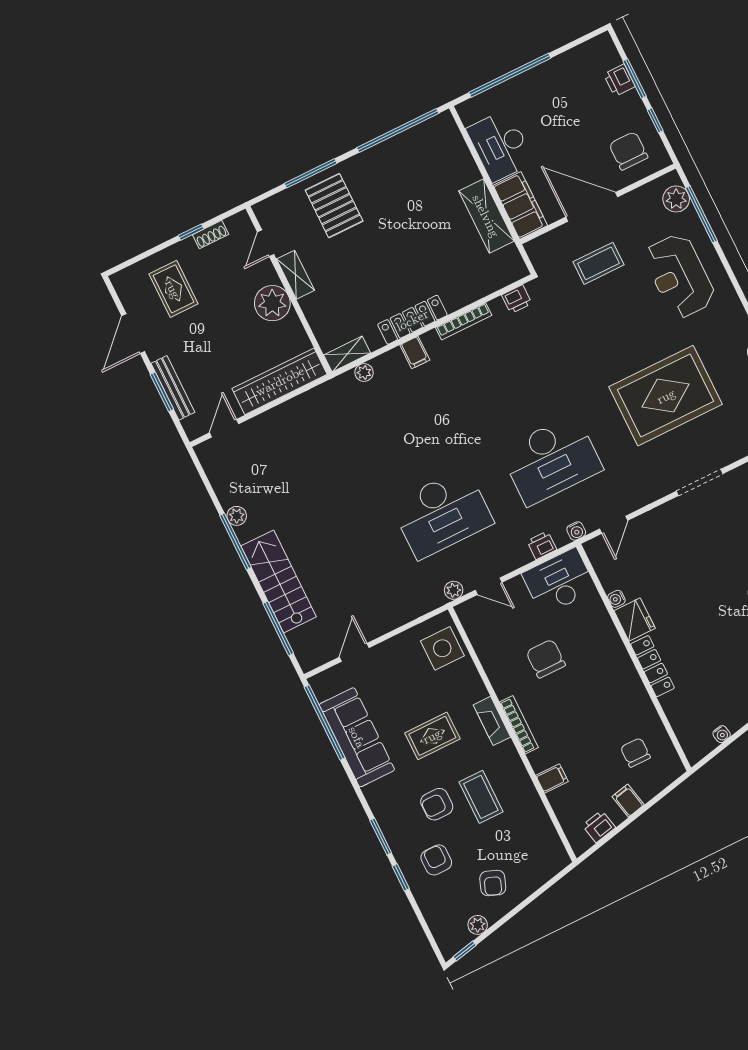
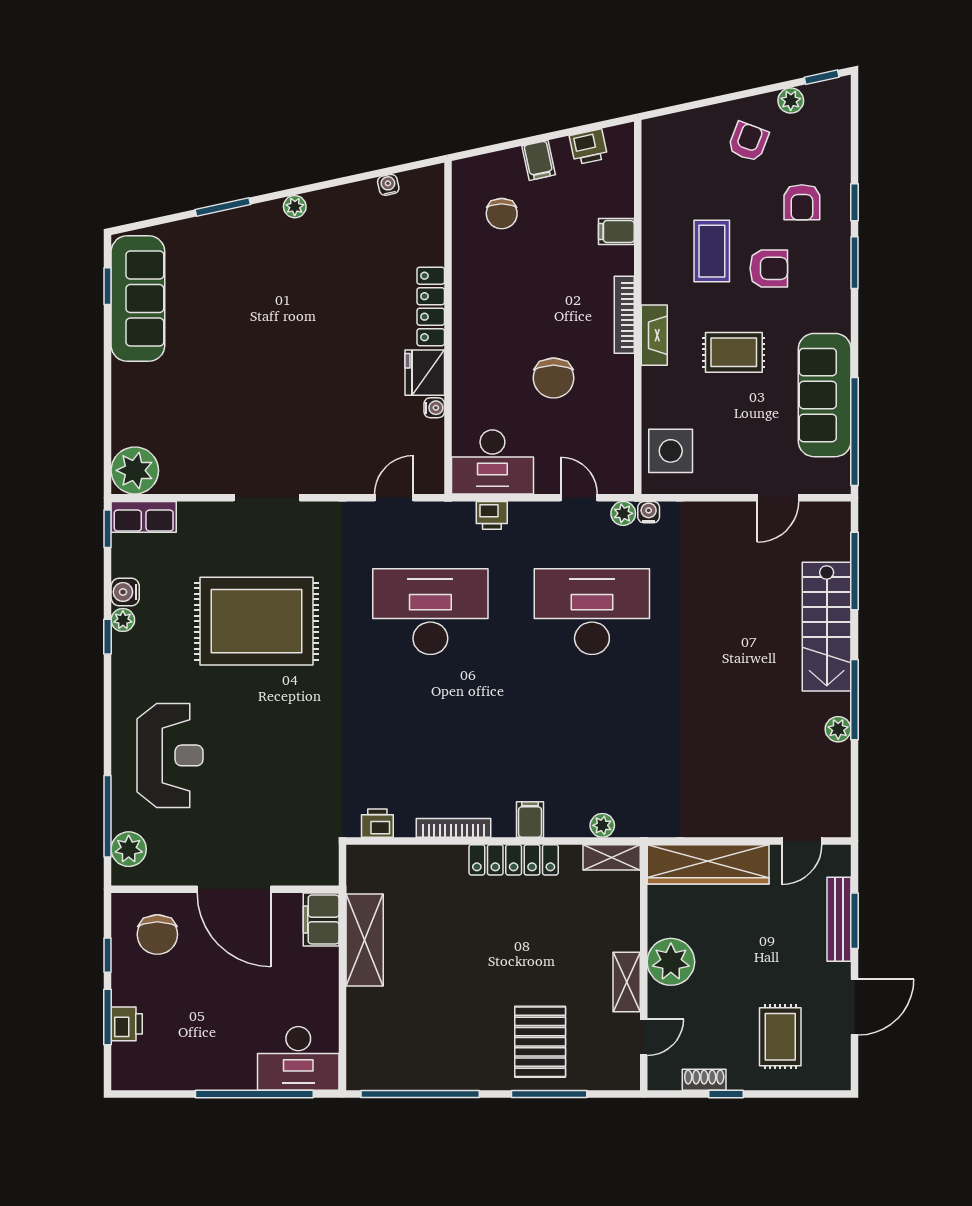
desk: (500, 146) -> (298, 1058), moved, turned 90
filing cabinet: (520, 205) -> (321, 919), width x0.67, depth x0.86
coffee table: (598, 263) -> (259, 818), removed
water cooler: (576, 531) -> (649, 512), moved

